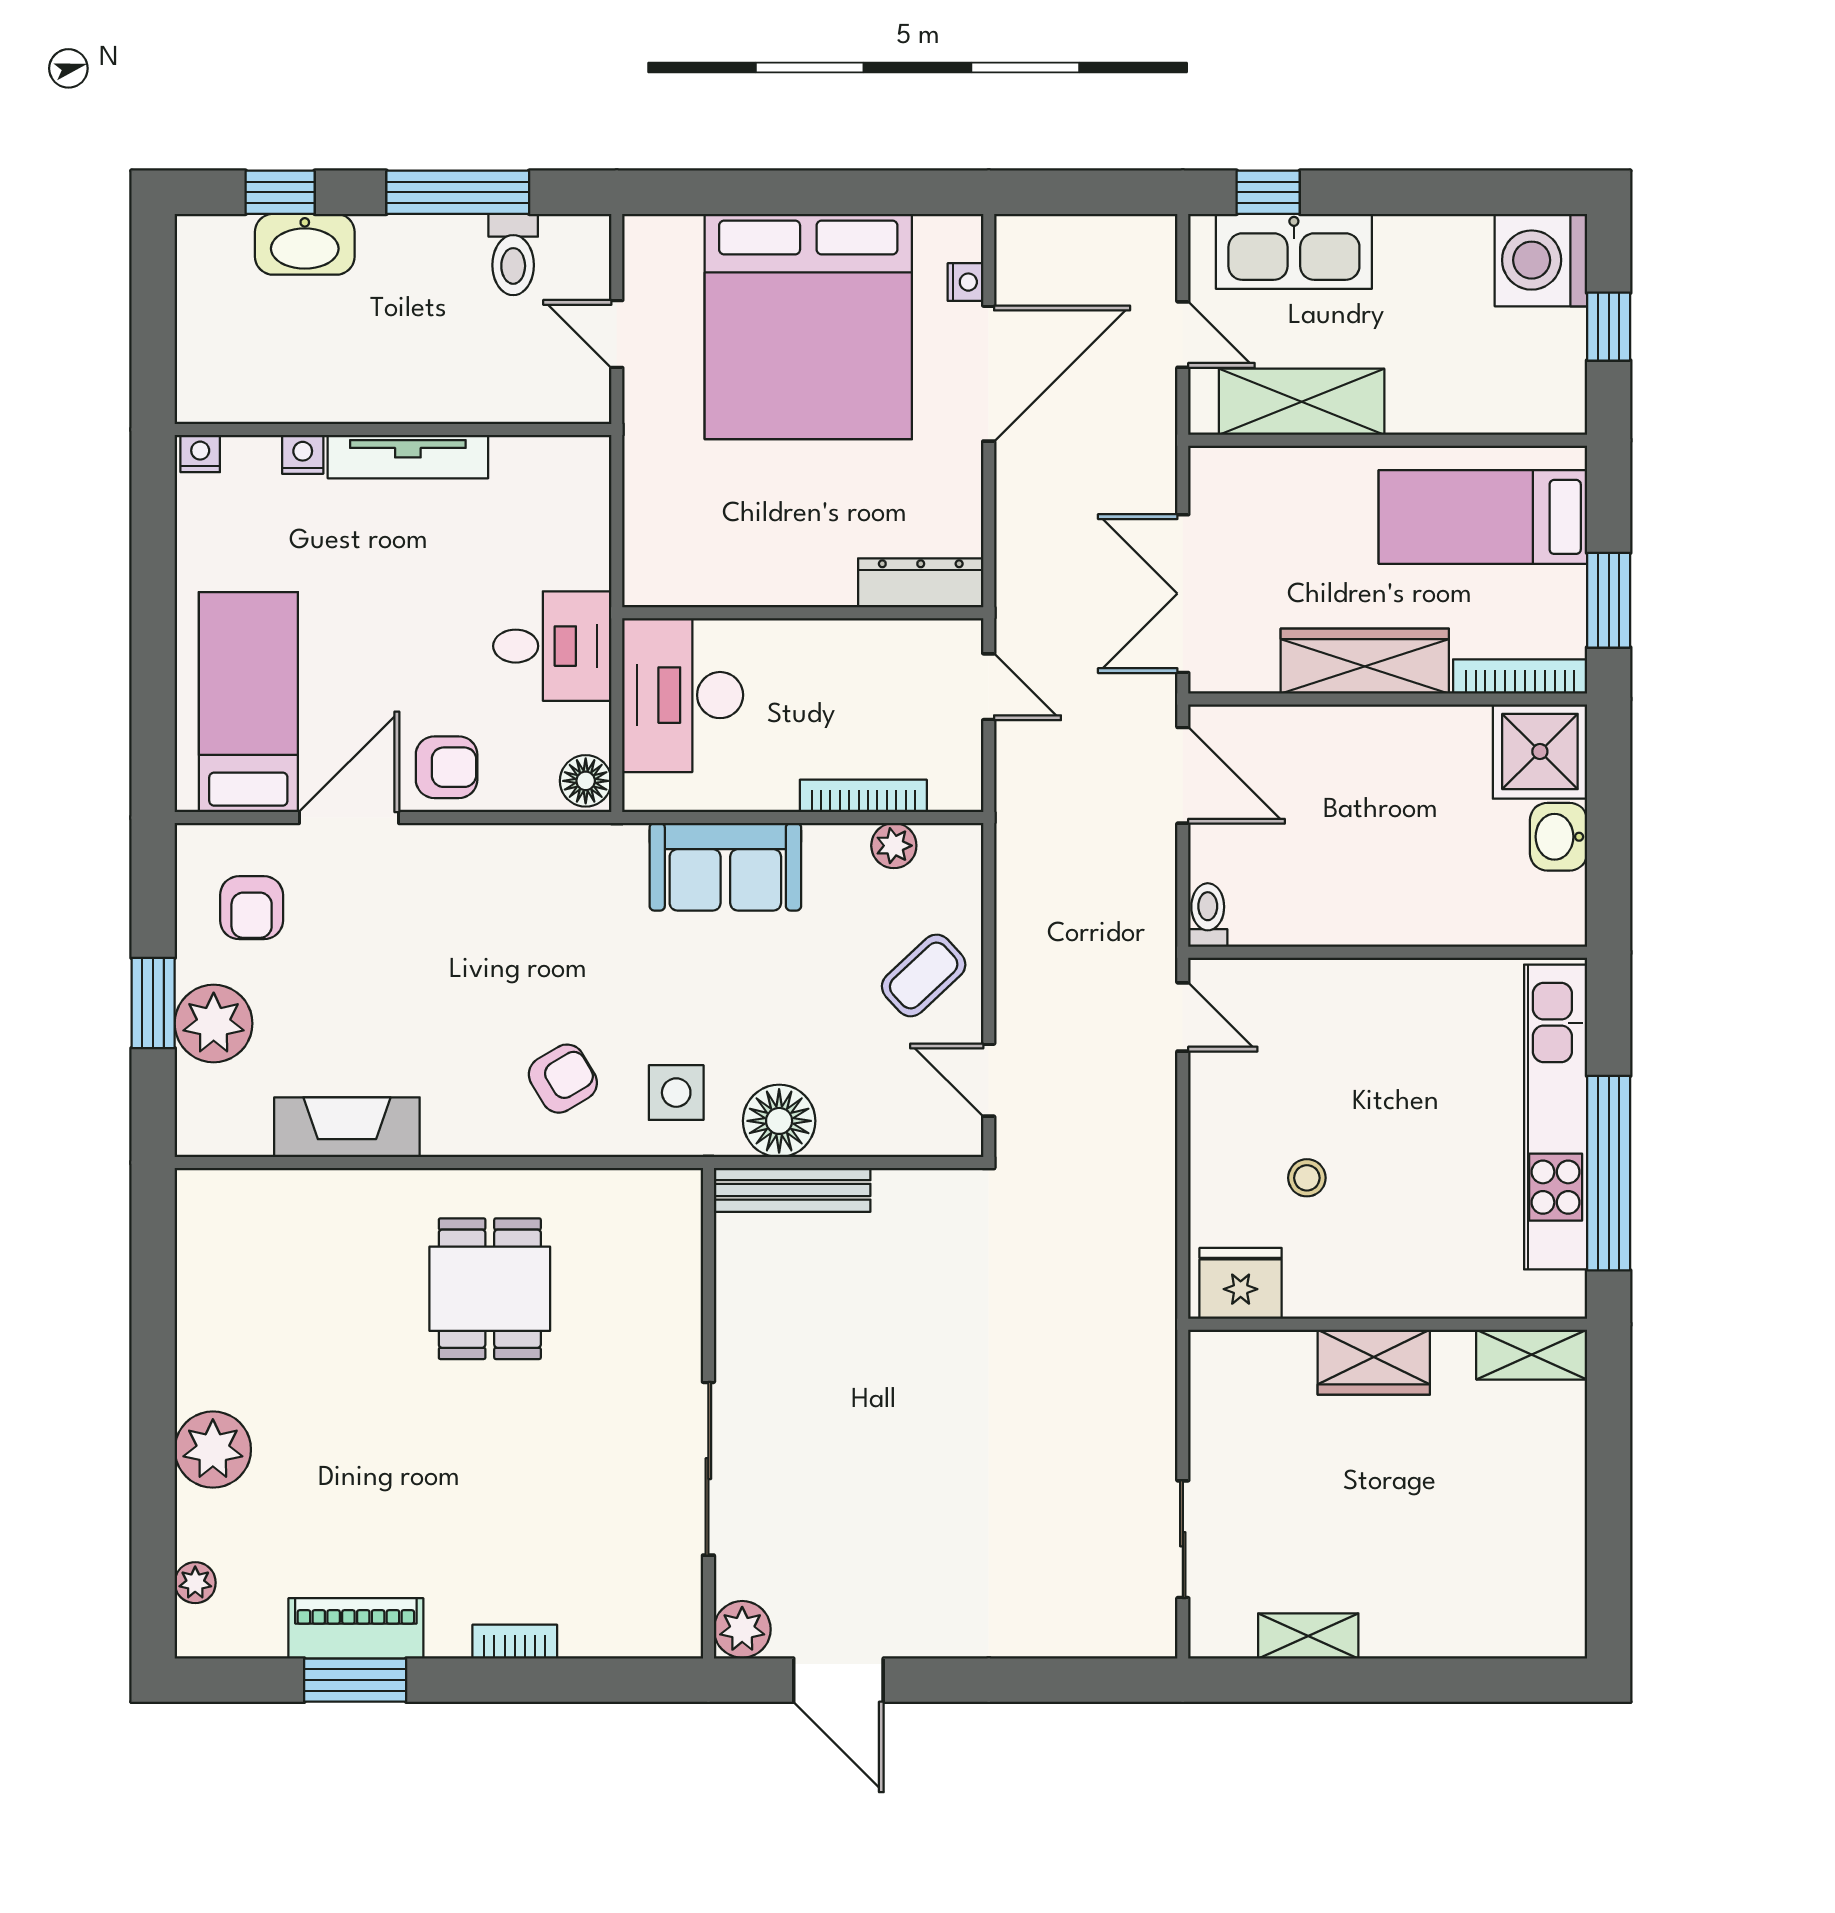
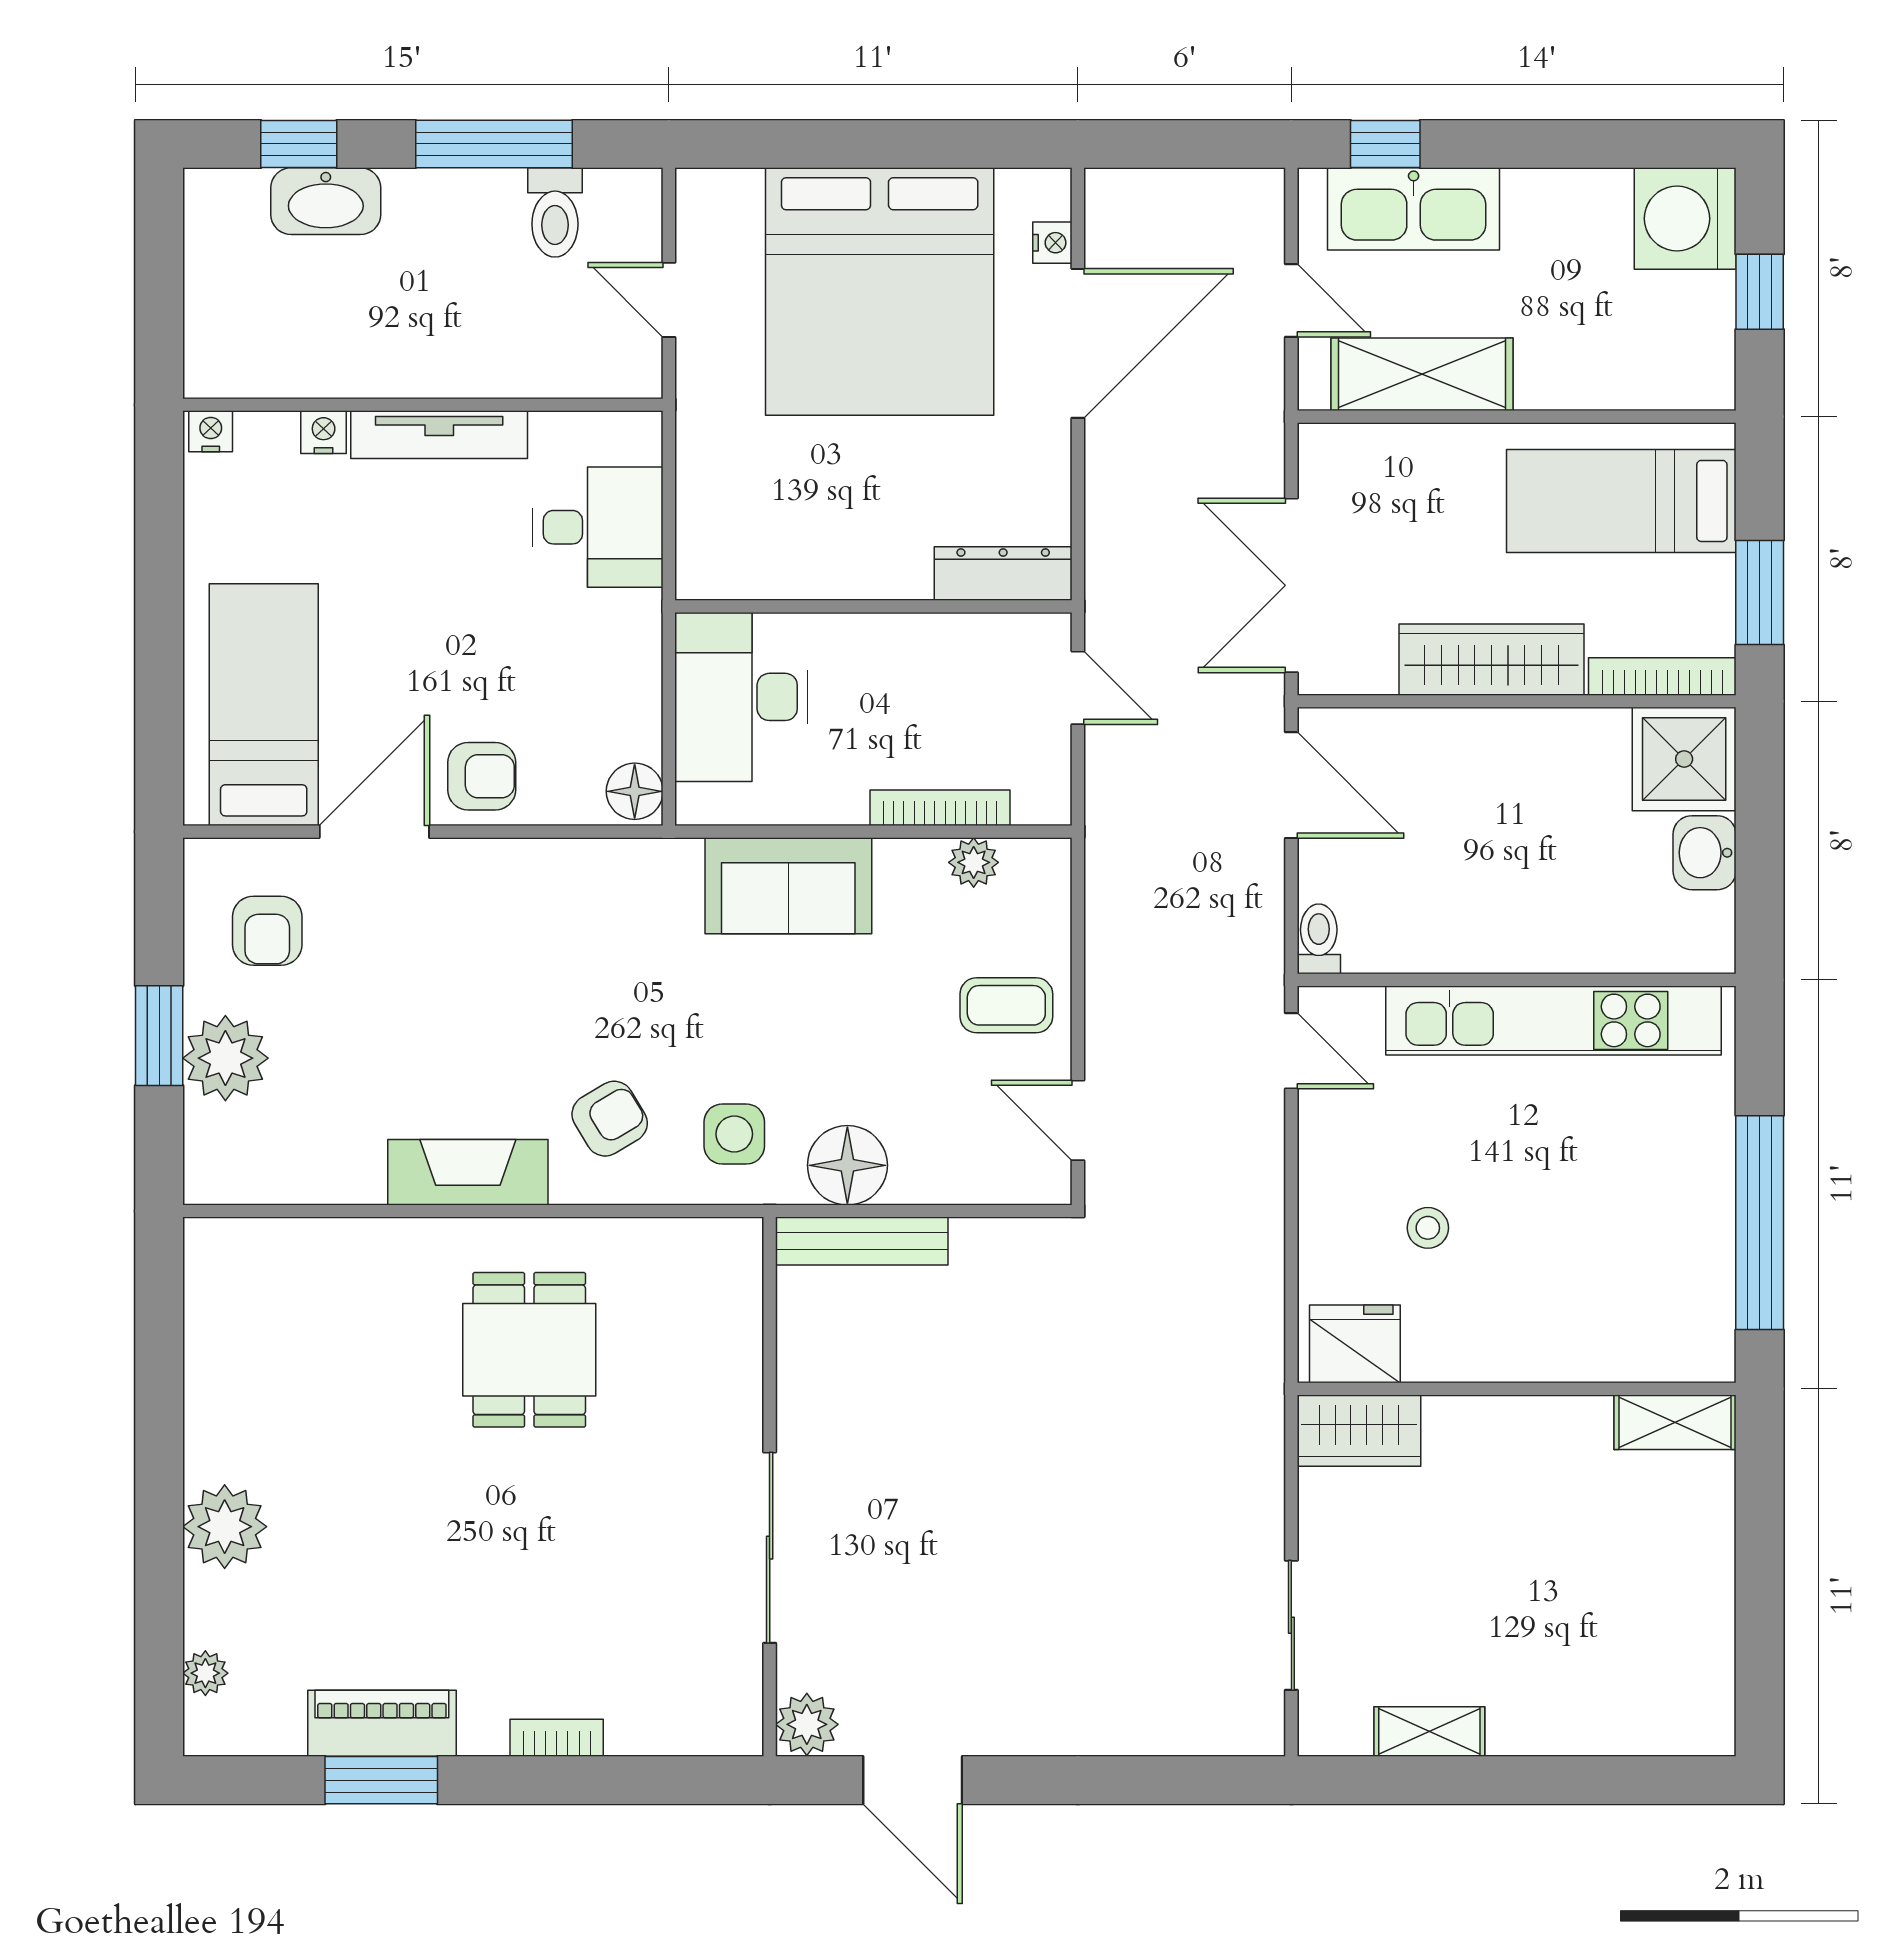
desk: (552, 646) -> (598, 527), moved
coffee table: (924, 975) -> (1006, 1005), turned 43
kitchen unit: (1556, 1117) -> (1554, 1020), moved, turned -90
fireplace: (347, 1127) -> (468, 1172), moved
wardrobe: (1374, 1362) -> (1359, 1431), moved

